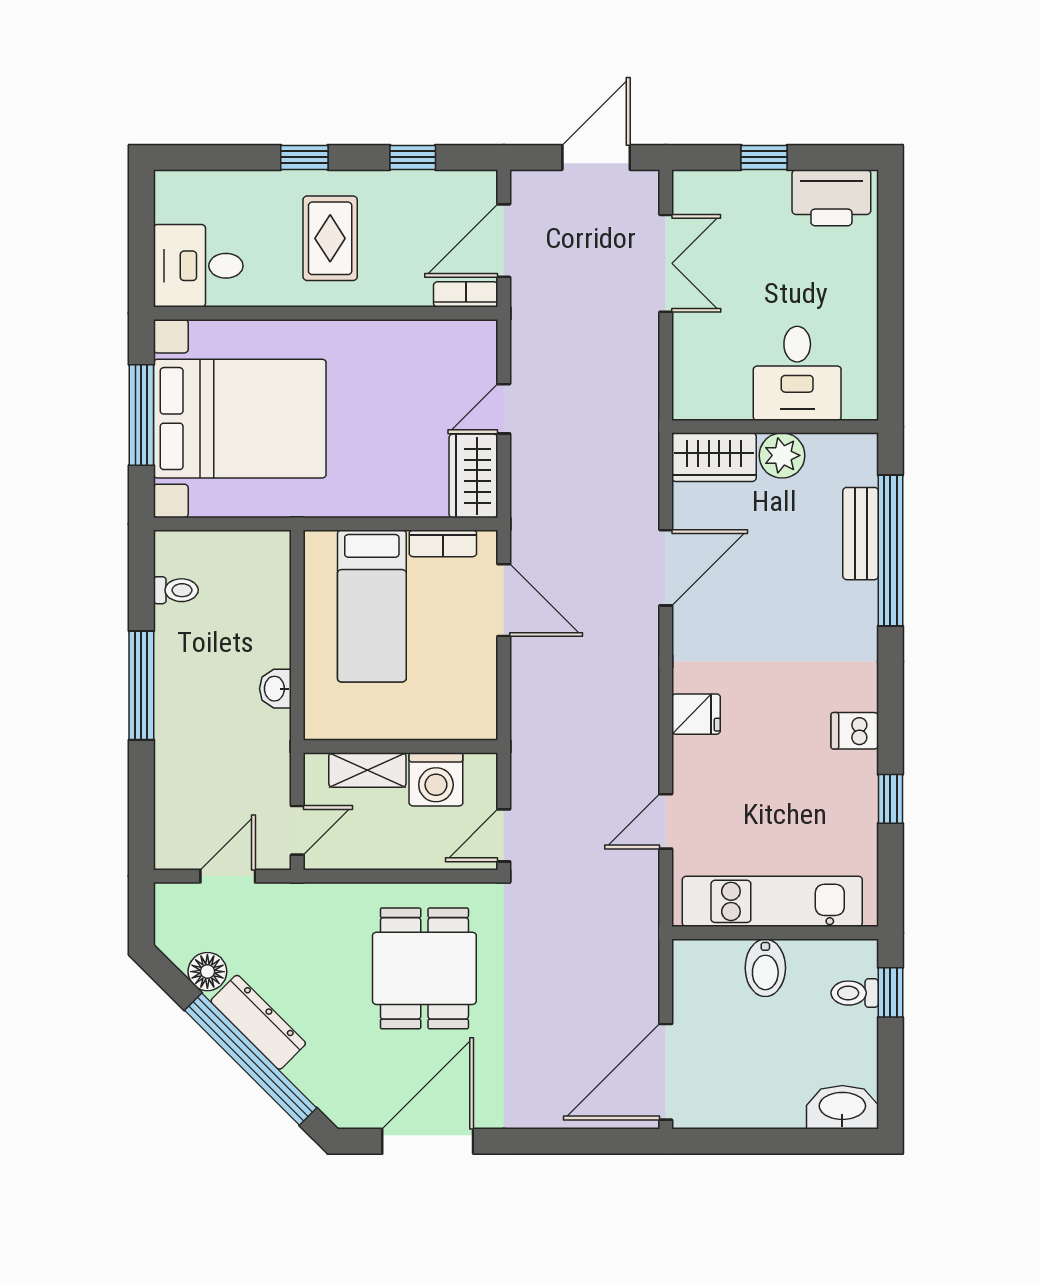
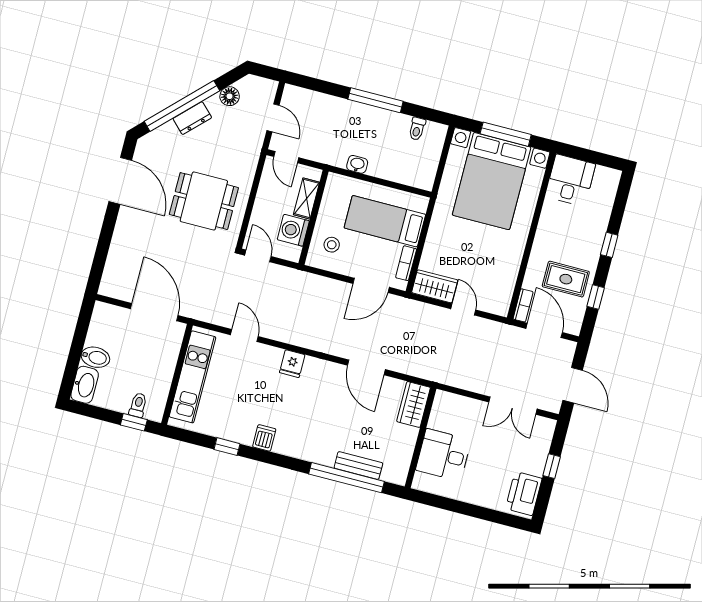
rug: (330, 238) -> (566, 279), moved
plant: (782, 455) -> (406, 437), removed
stool: (445, 697) -> (332, 245), added
bidet: (765, 968) -> (95, 357), moved, turned 180
dresser: (258, 1022) -> (192, 118), width x0.70
door: (666, 1072) -> (154, 312), moved

